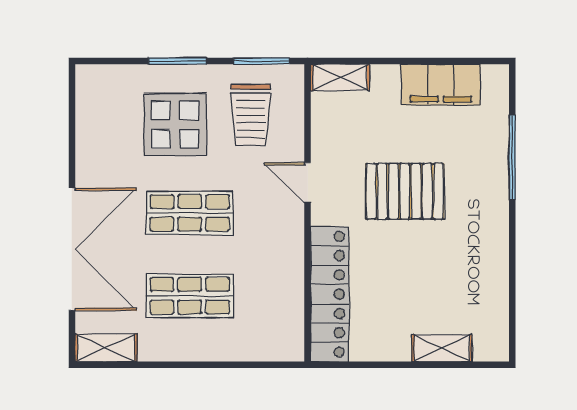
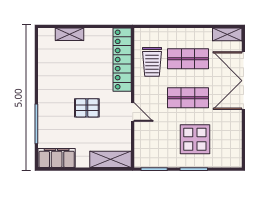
shelving: (340, 77) -> (110, 159), width x1.50, depth x1.33
filing cabinet: (441, 85) -> (57, 158), moved
trolley: (251, 115) -> (152, 62), moved, turned 180
pallet: (405, 191) -> (87, 108), width x0.67, depth x0.71

